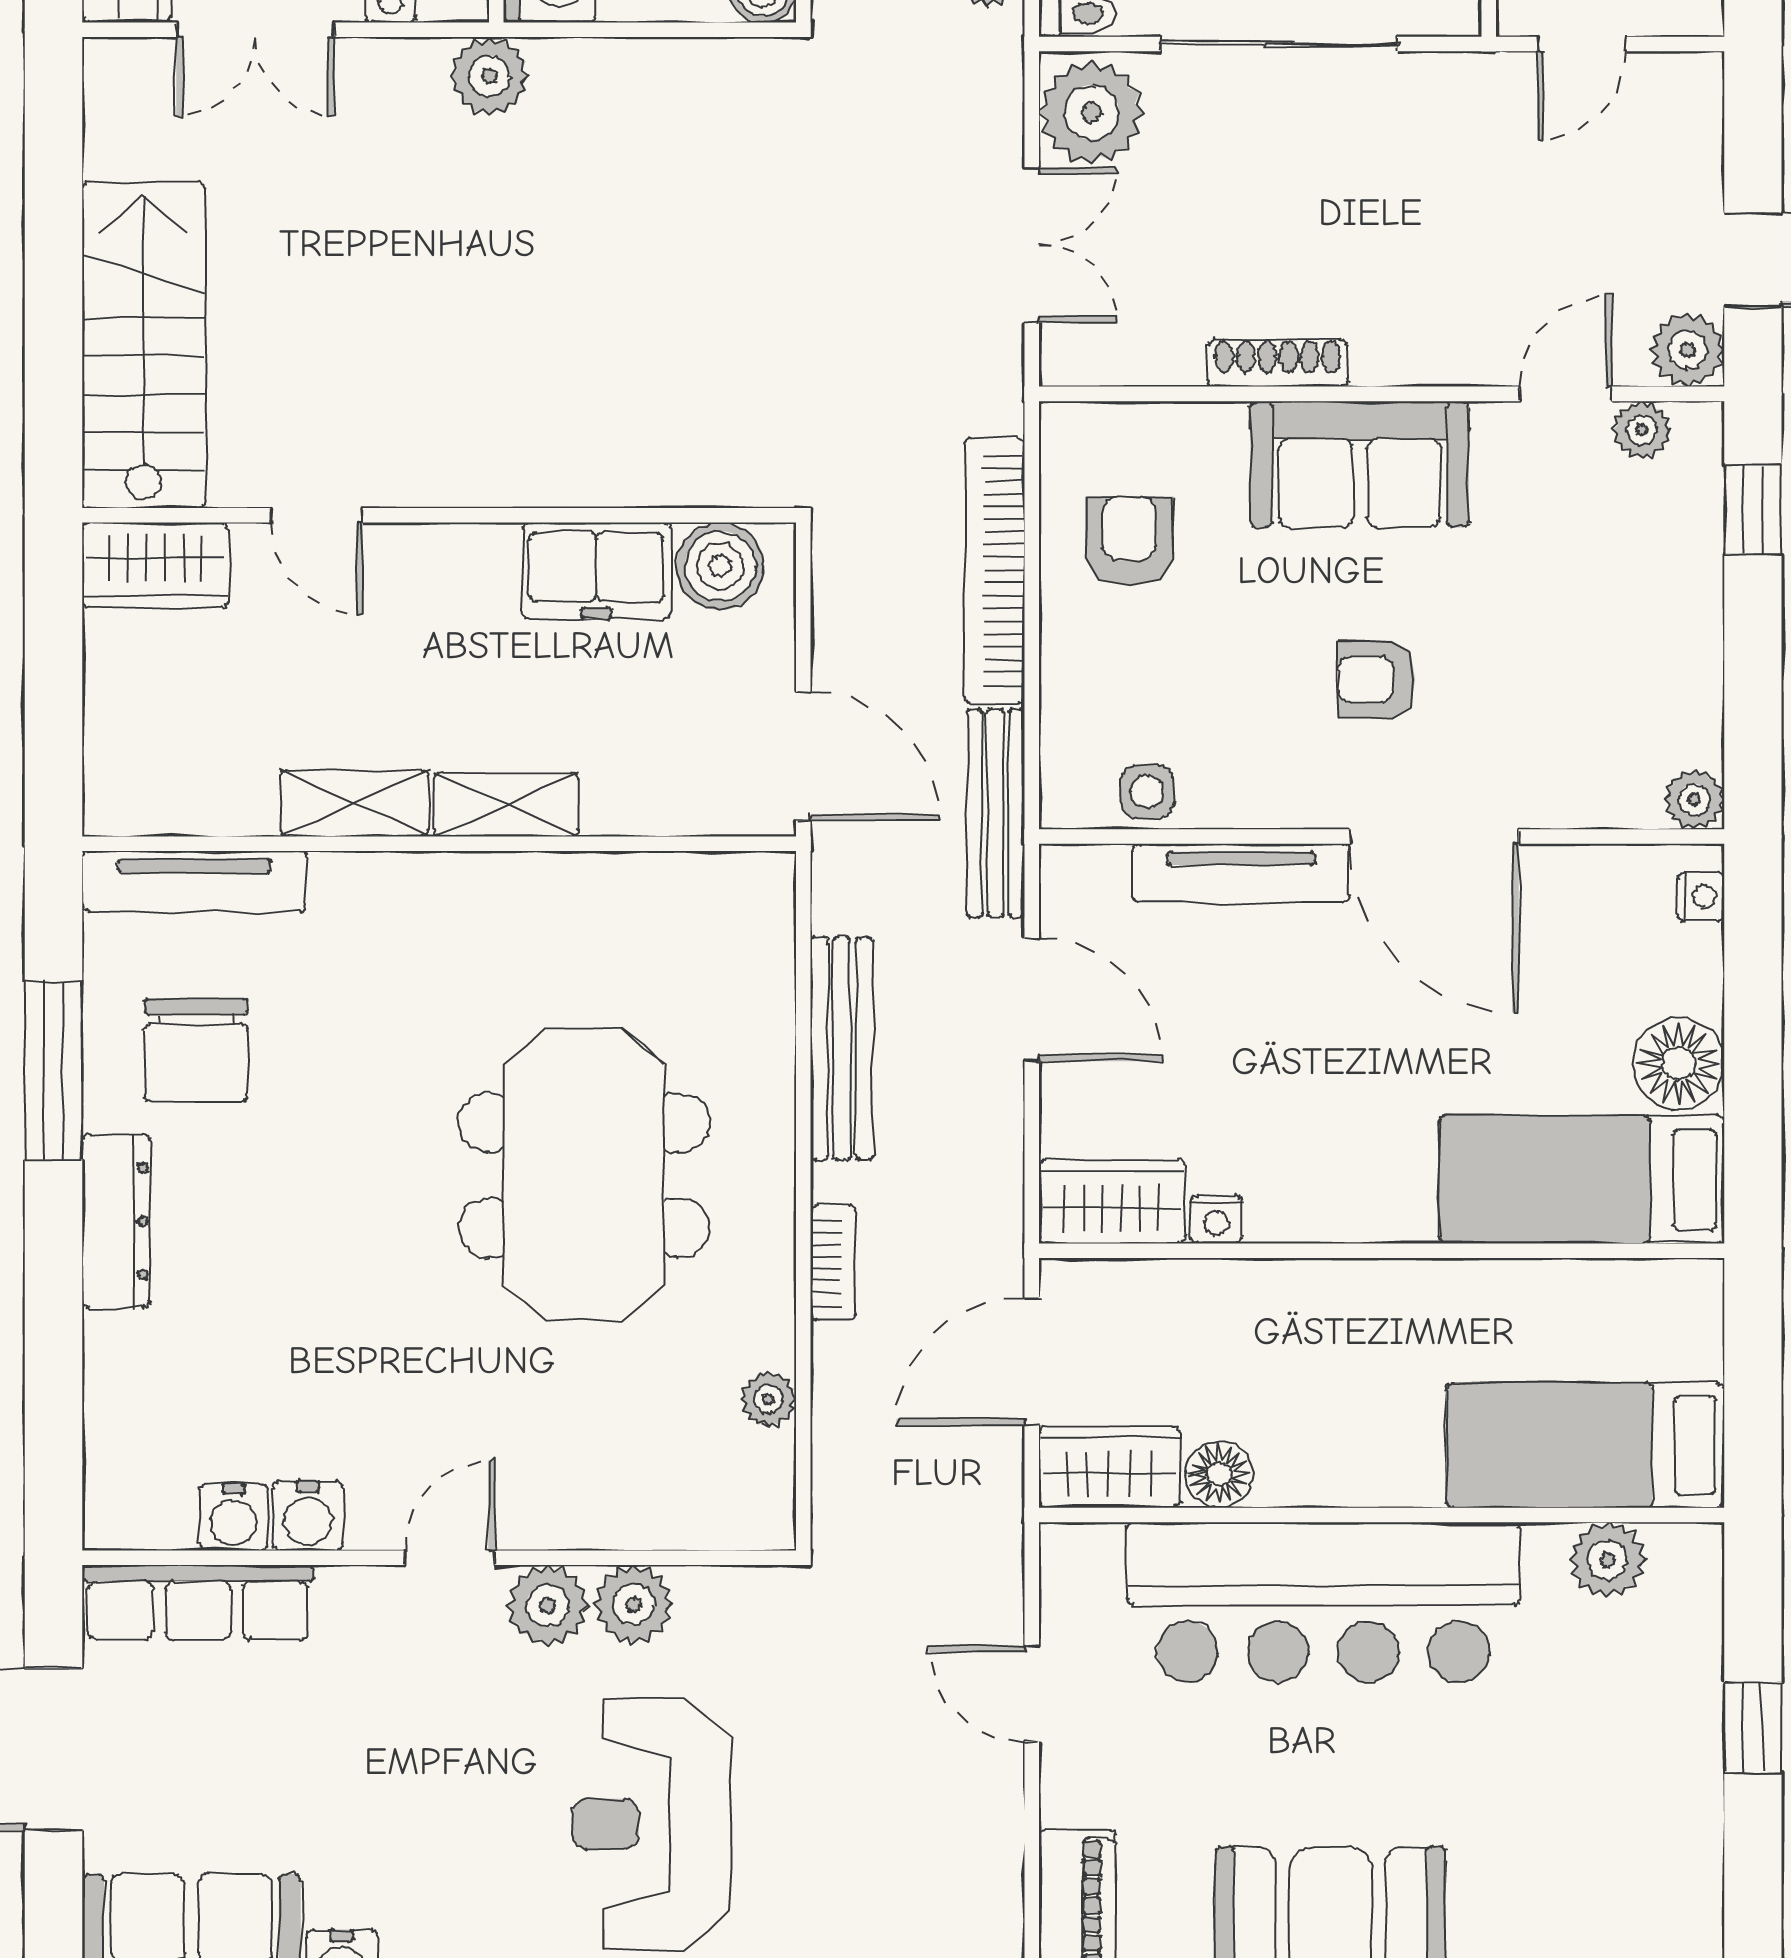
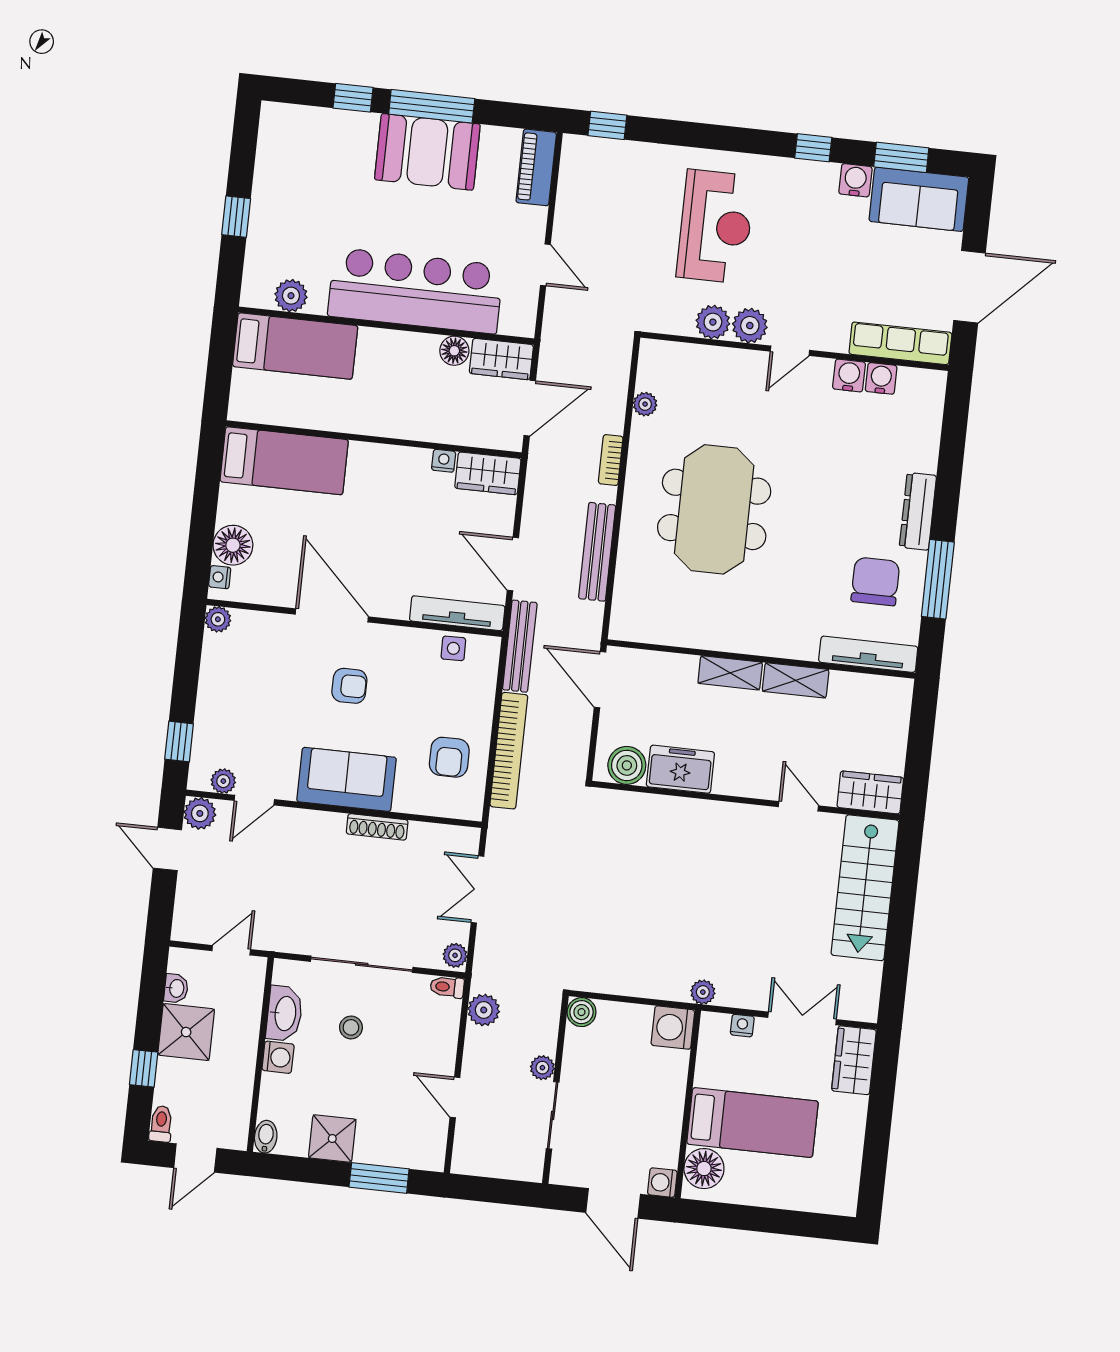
plant: (489, 76) -> (703, 992), width x0.73, depth x0.73
plant: (1091, 112) -> (455, 955), width x0.53, depth x0.53
tv unit: (1241, 873) -> (457, 613), moved
floor lamp: (1678, 1064) -> (233, 545), moved

